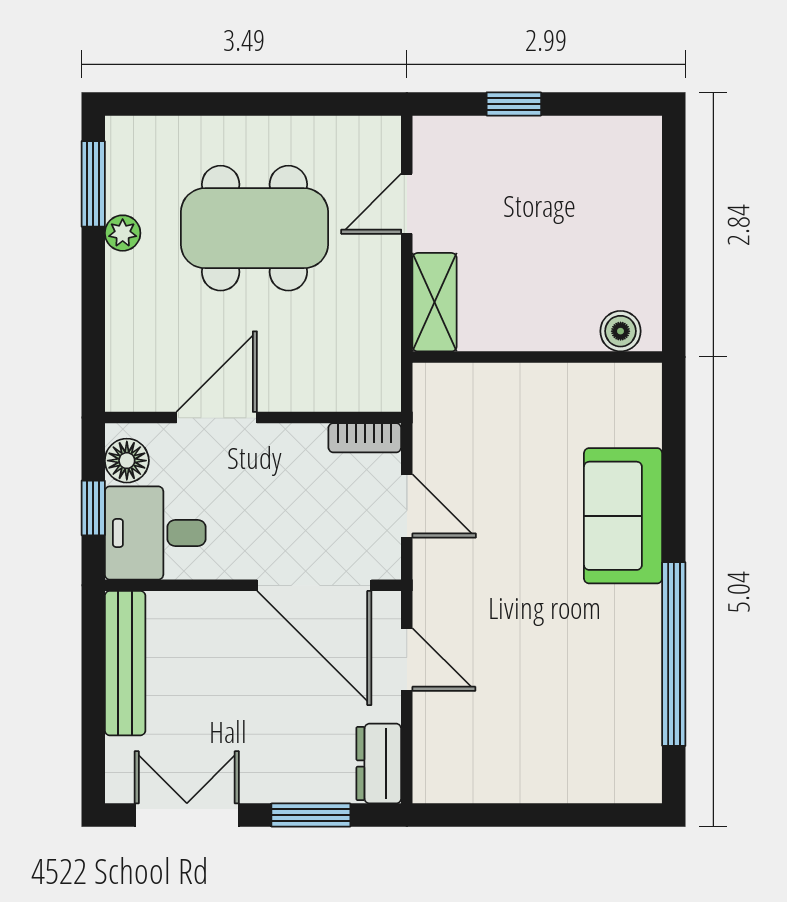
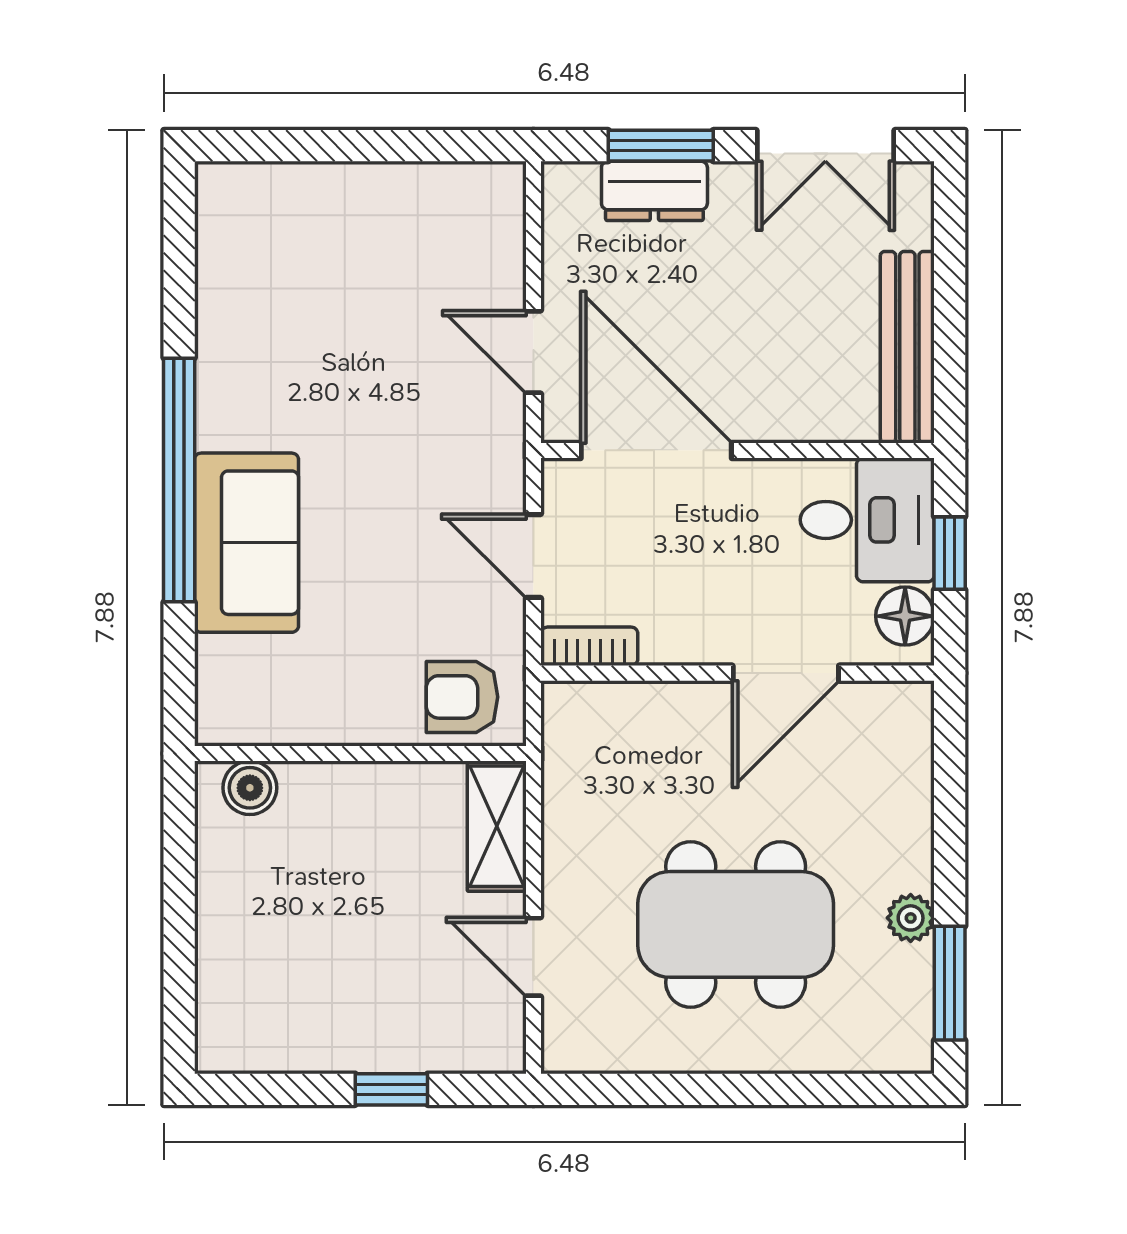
door: (407, 204) -> (533, 957), swing flipped
armchair: (461, 400) -> (462, 697), added
window: (674, 654) -> (179, 480), moved
dresser: (379, 764) -> (654, 191), moved, turned 90

